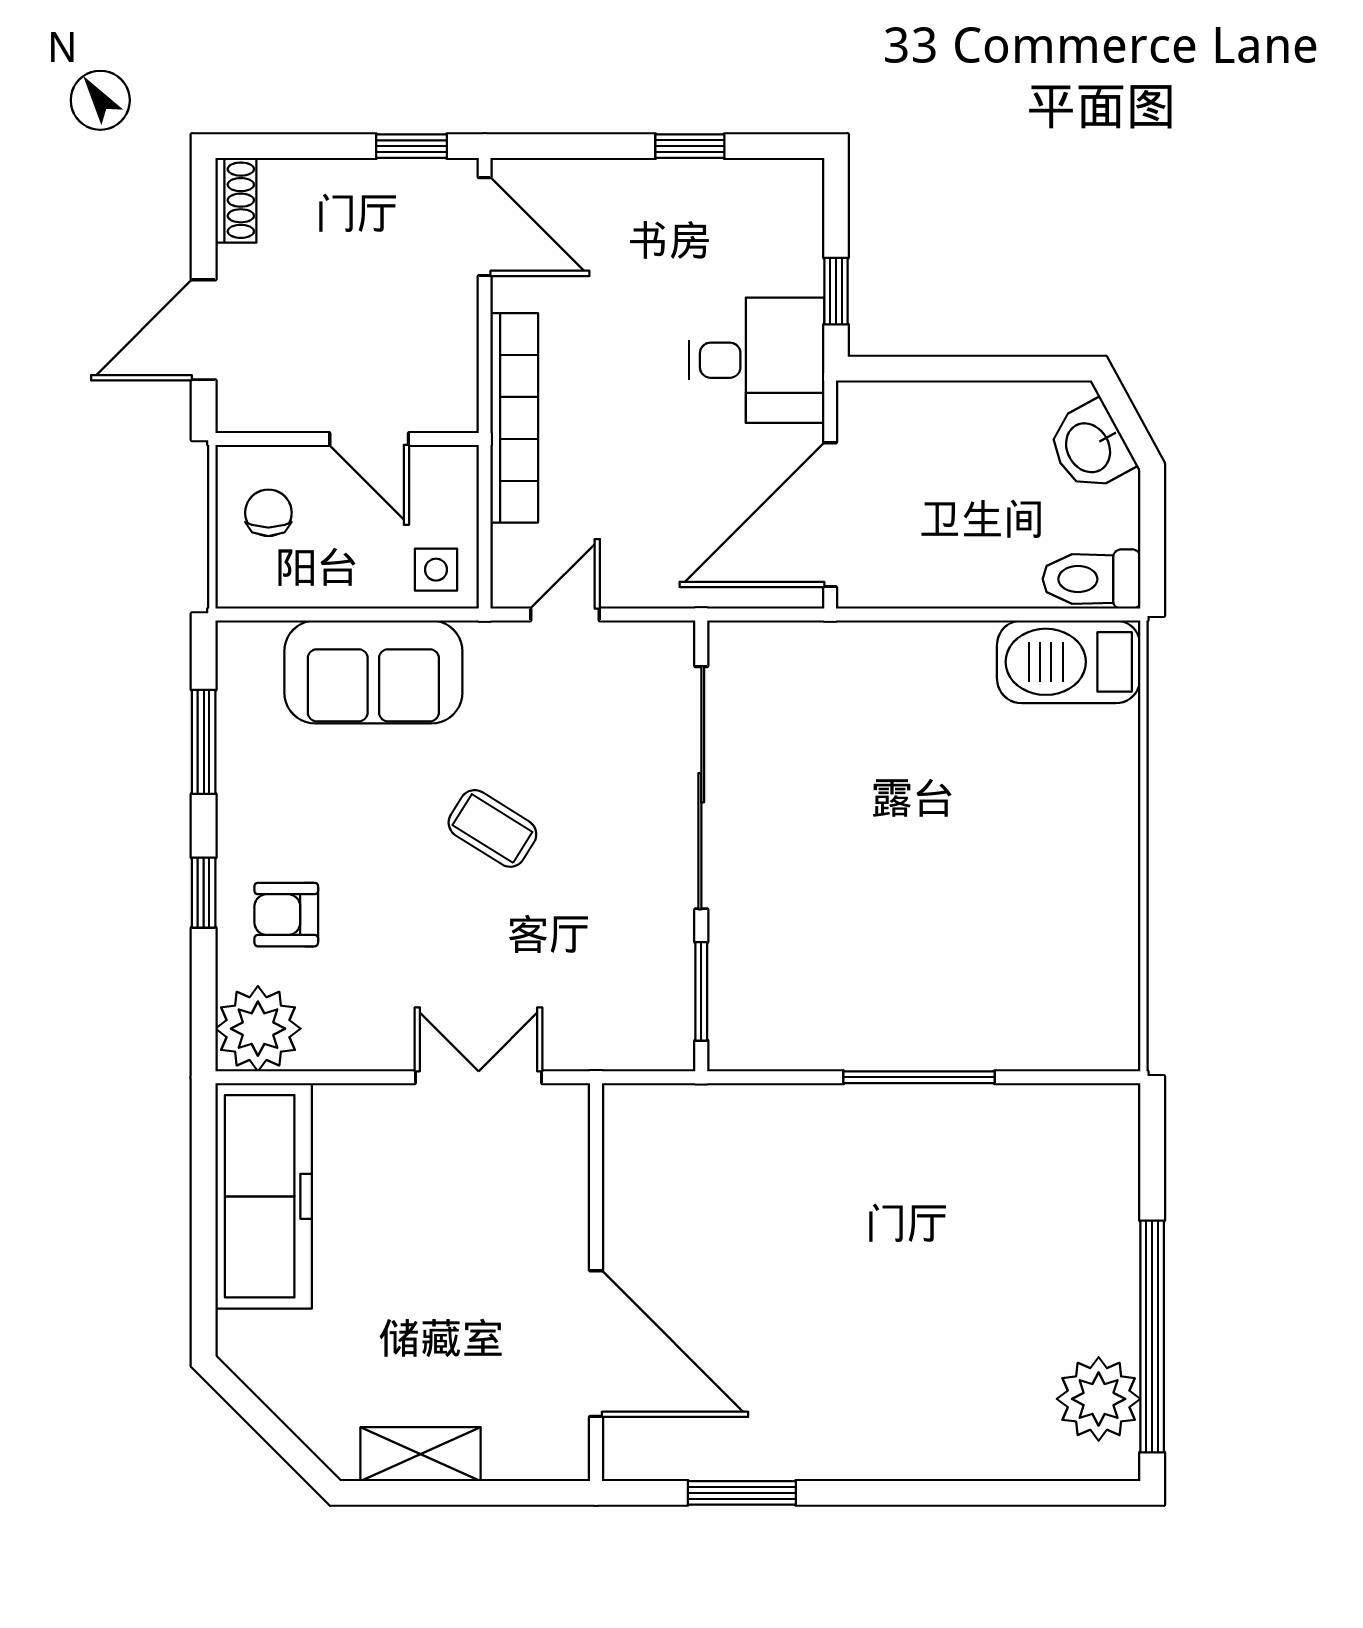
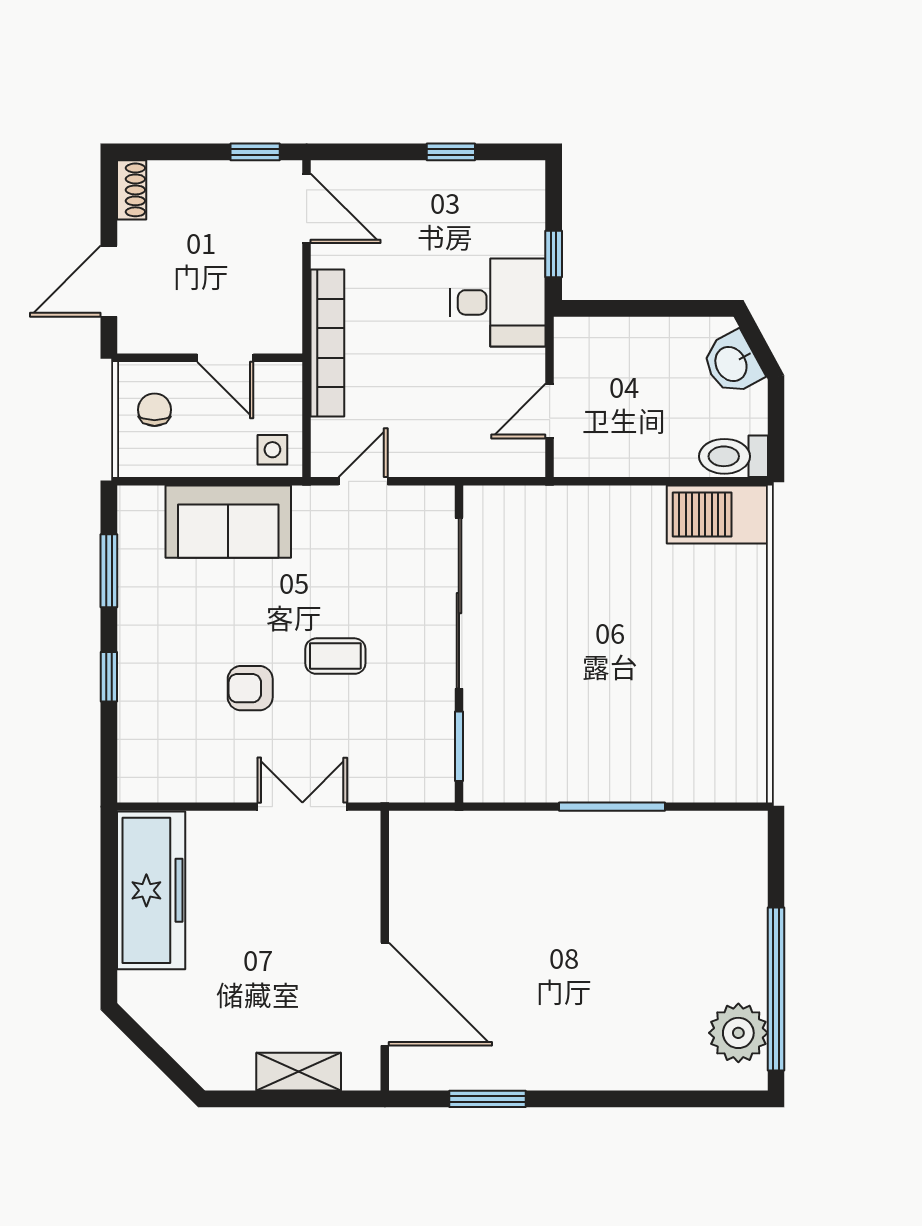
door: (830, 515) -> (550, 411), width x0.53
coffee table: (492, 828) -> (335, 656), moved, turned -32
armchair: (286, 915) -> (250, 688), moved
plant: (258, 1029) -> (147, 772), removed
shelving: (421, 1454) -> (299, 1072), moved

